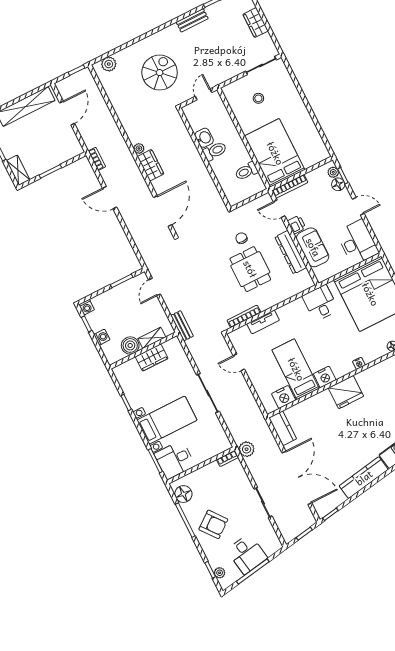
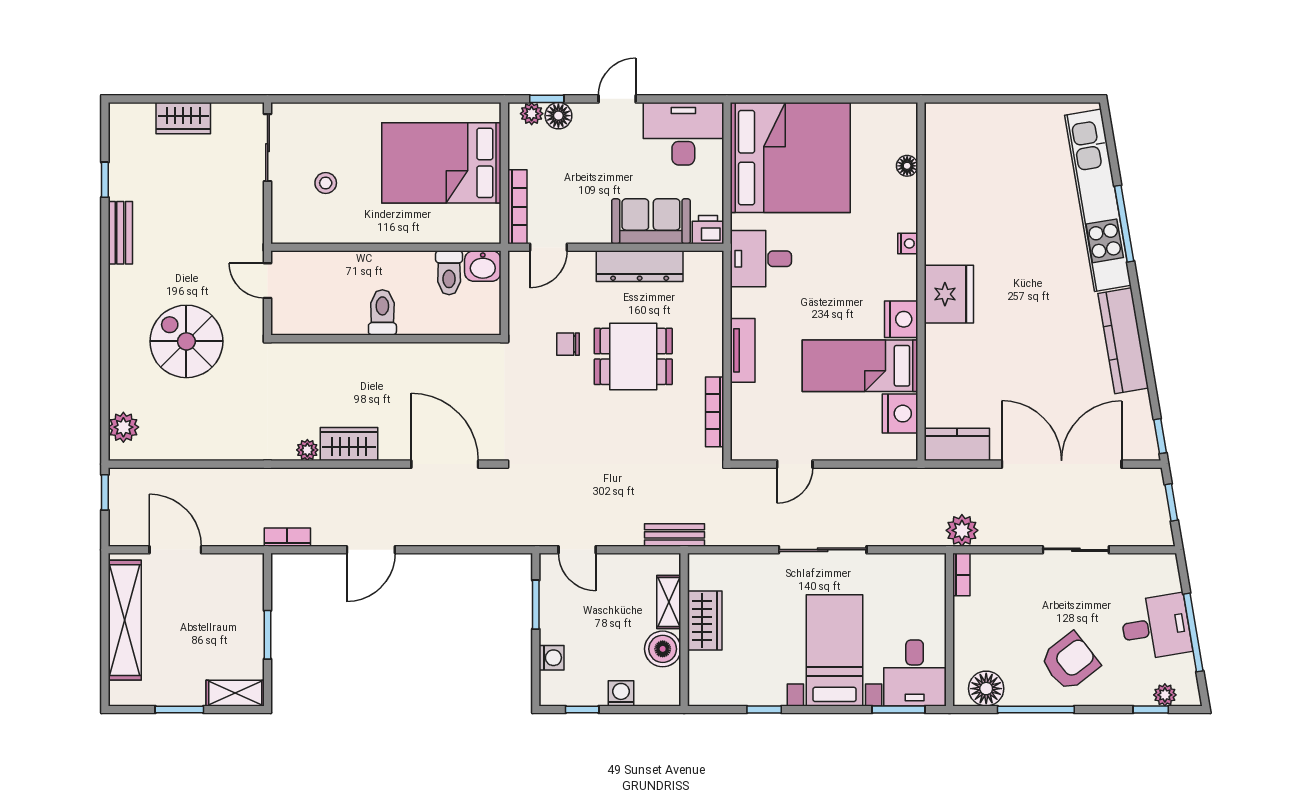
washbasin: (204, 138) -> (483, 266), moved, turned 180
bed: (275, 153) -> (441, 163), moved
printer: (297, 225) -> (708, 230), moved
washing machine: (87, 307) -> (551, 658), moved
tv unit: (263, 322) -> (743, 350), moved

